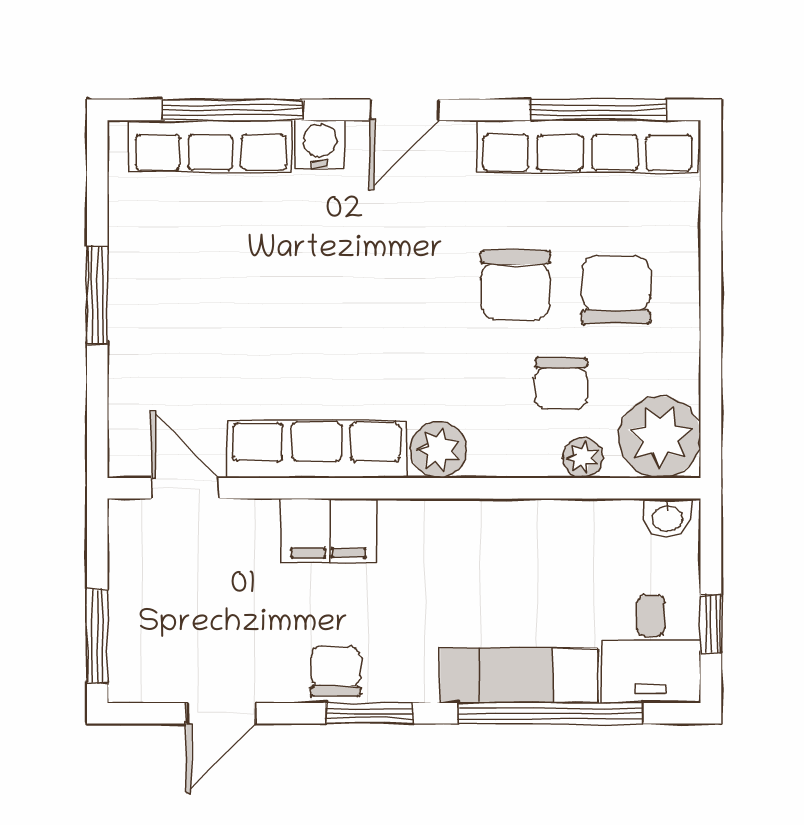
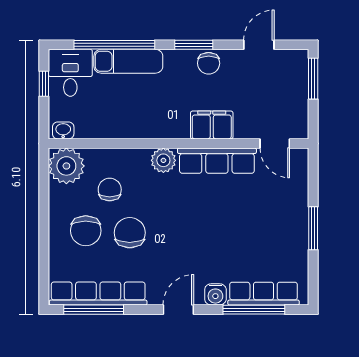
plant: (583, 458) -> (100, 157), removed

